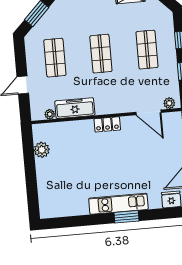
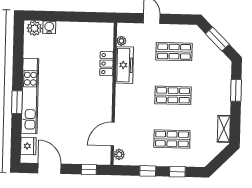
locker: (107, 124) -> (107, 64), moved
plant: (42, 150) -> (34, 28), moved
water cooler: (44, 192) -> (49, 27), added
kitchen unit: (118, 204) -> (30, 96), width x1.36

